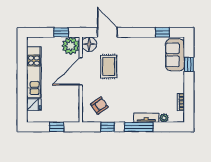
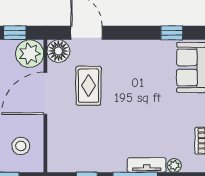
stool: (65, 105) -> (21, 146), added
armchair: (99, 105) -> (74, 146), removed

